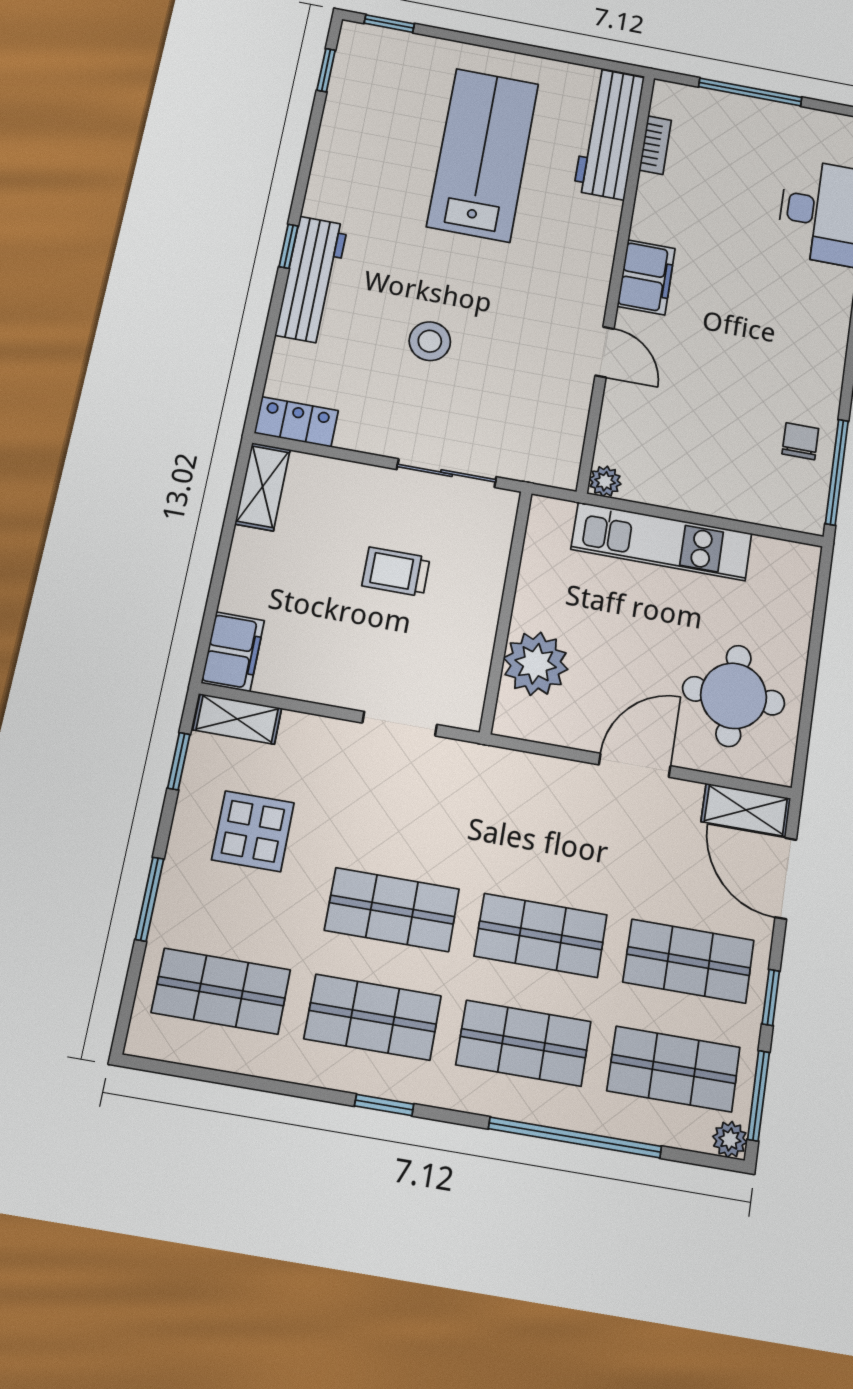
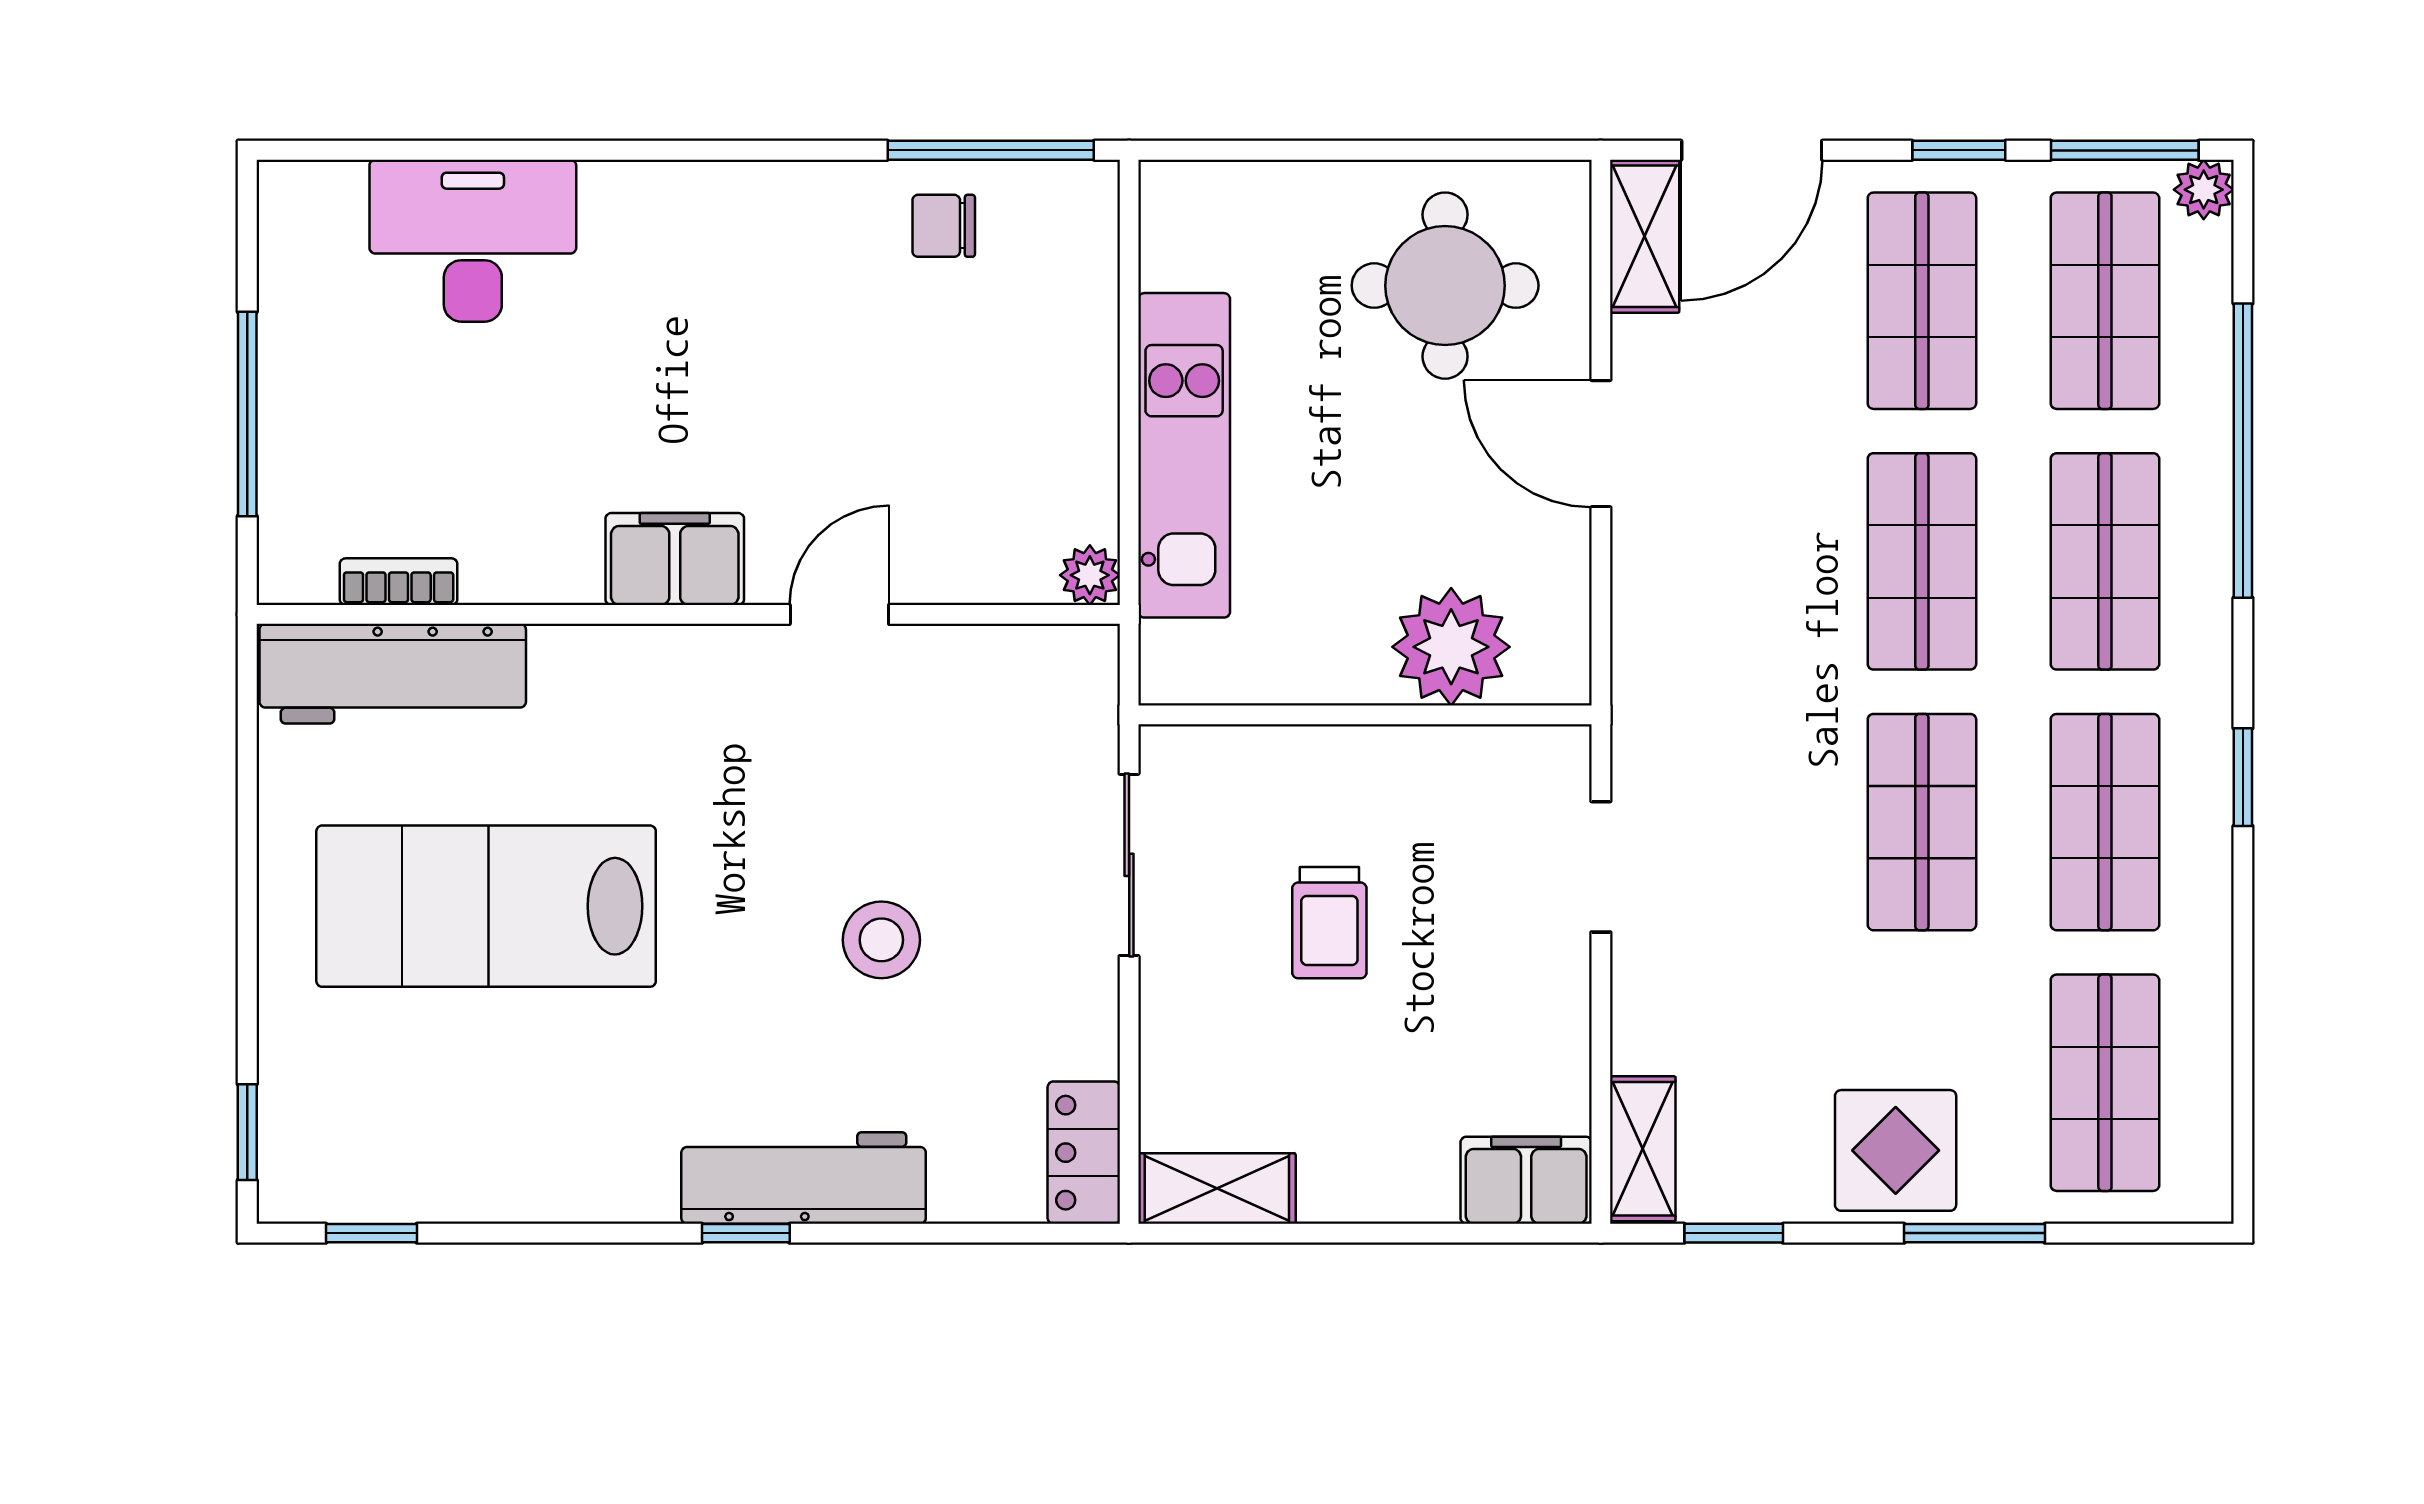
display table: (253, 831) -> (1896, 1150), moved

